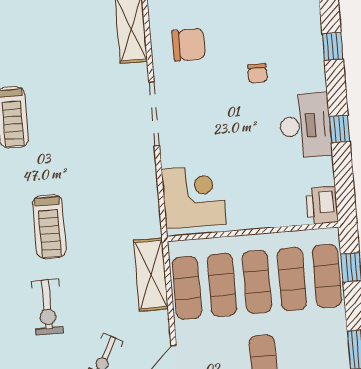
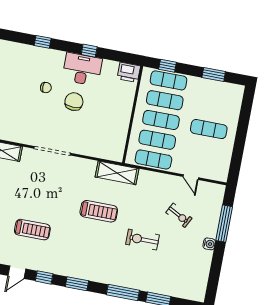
chair: (189, 45) -> (74, 102), moved
corner desk: (194, 197) -> (104, 142), removed
treadmill: (49, 227) -> (99, 211), moved
shelving: (151, 275) -> (117, 173), moved
exercise bike: (47, 307) -> (142, 240), turned 180

